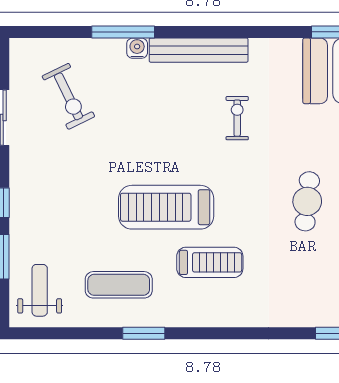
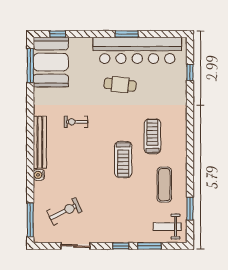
window: (123, 32) -> (30, 220), moved
treadmill: (166, 207) -> (123, 160), width x0.73, depth x0.73
window: (144, 333) -> (190, 209), moved

